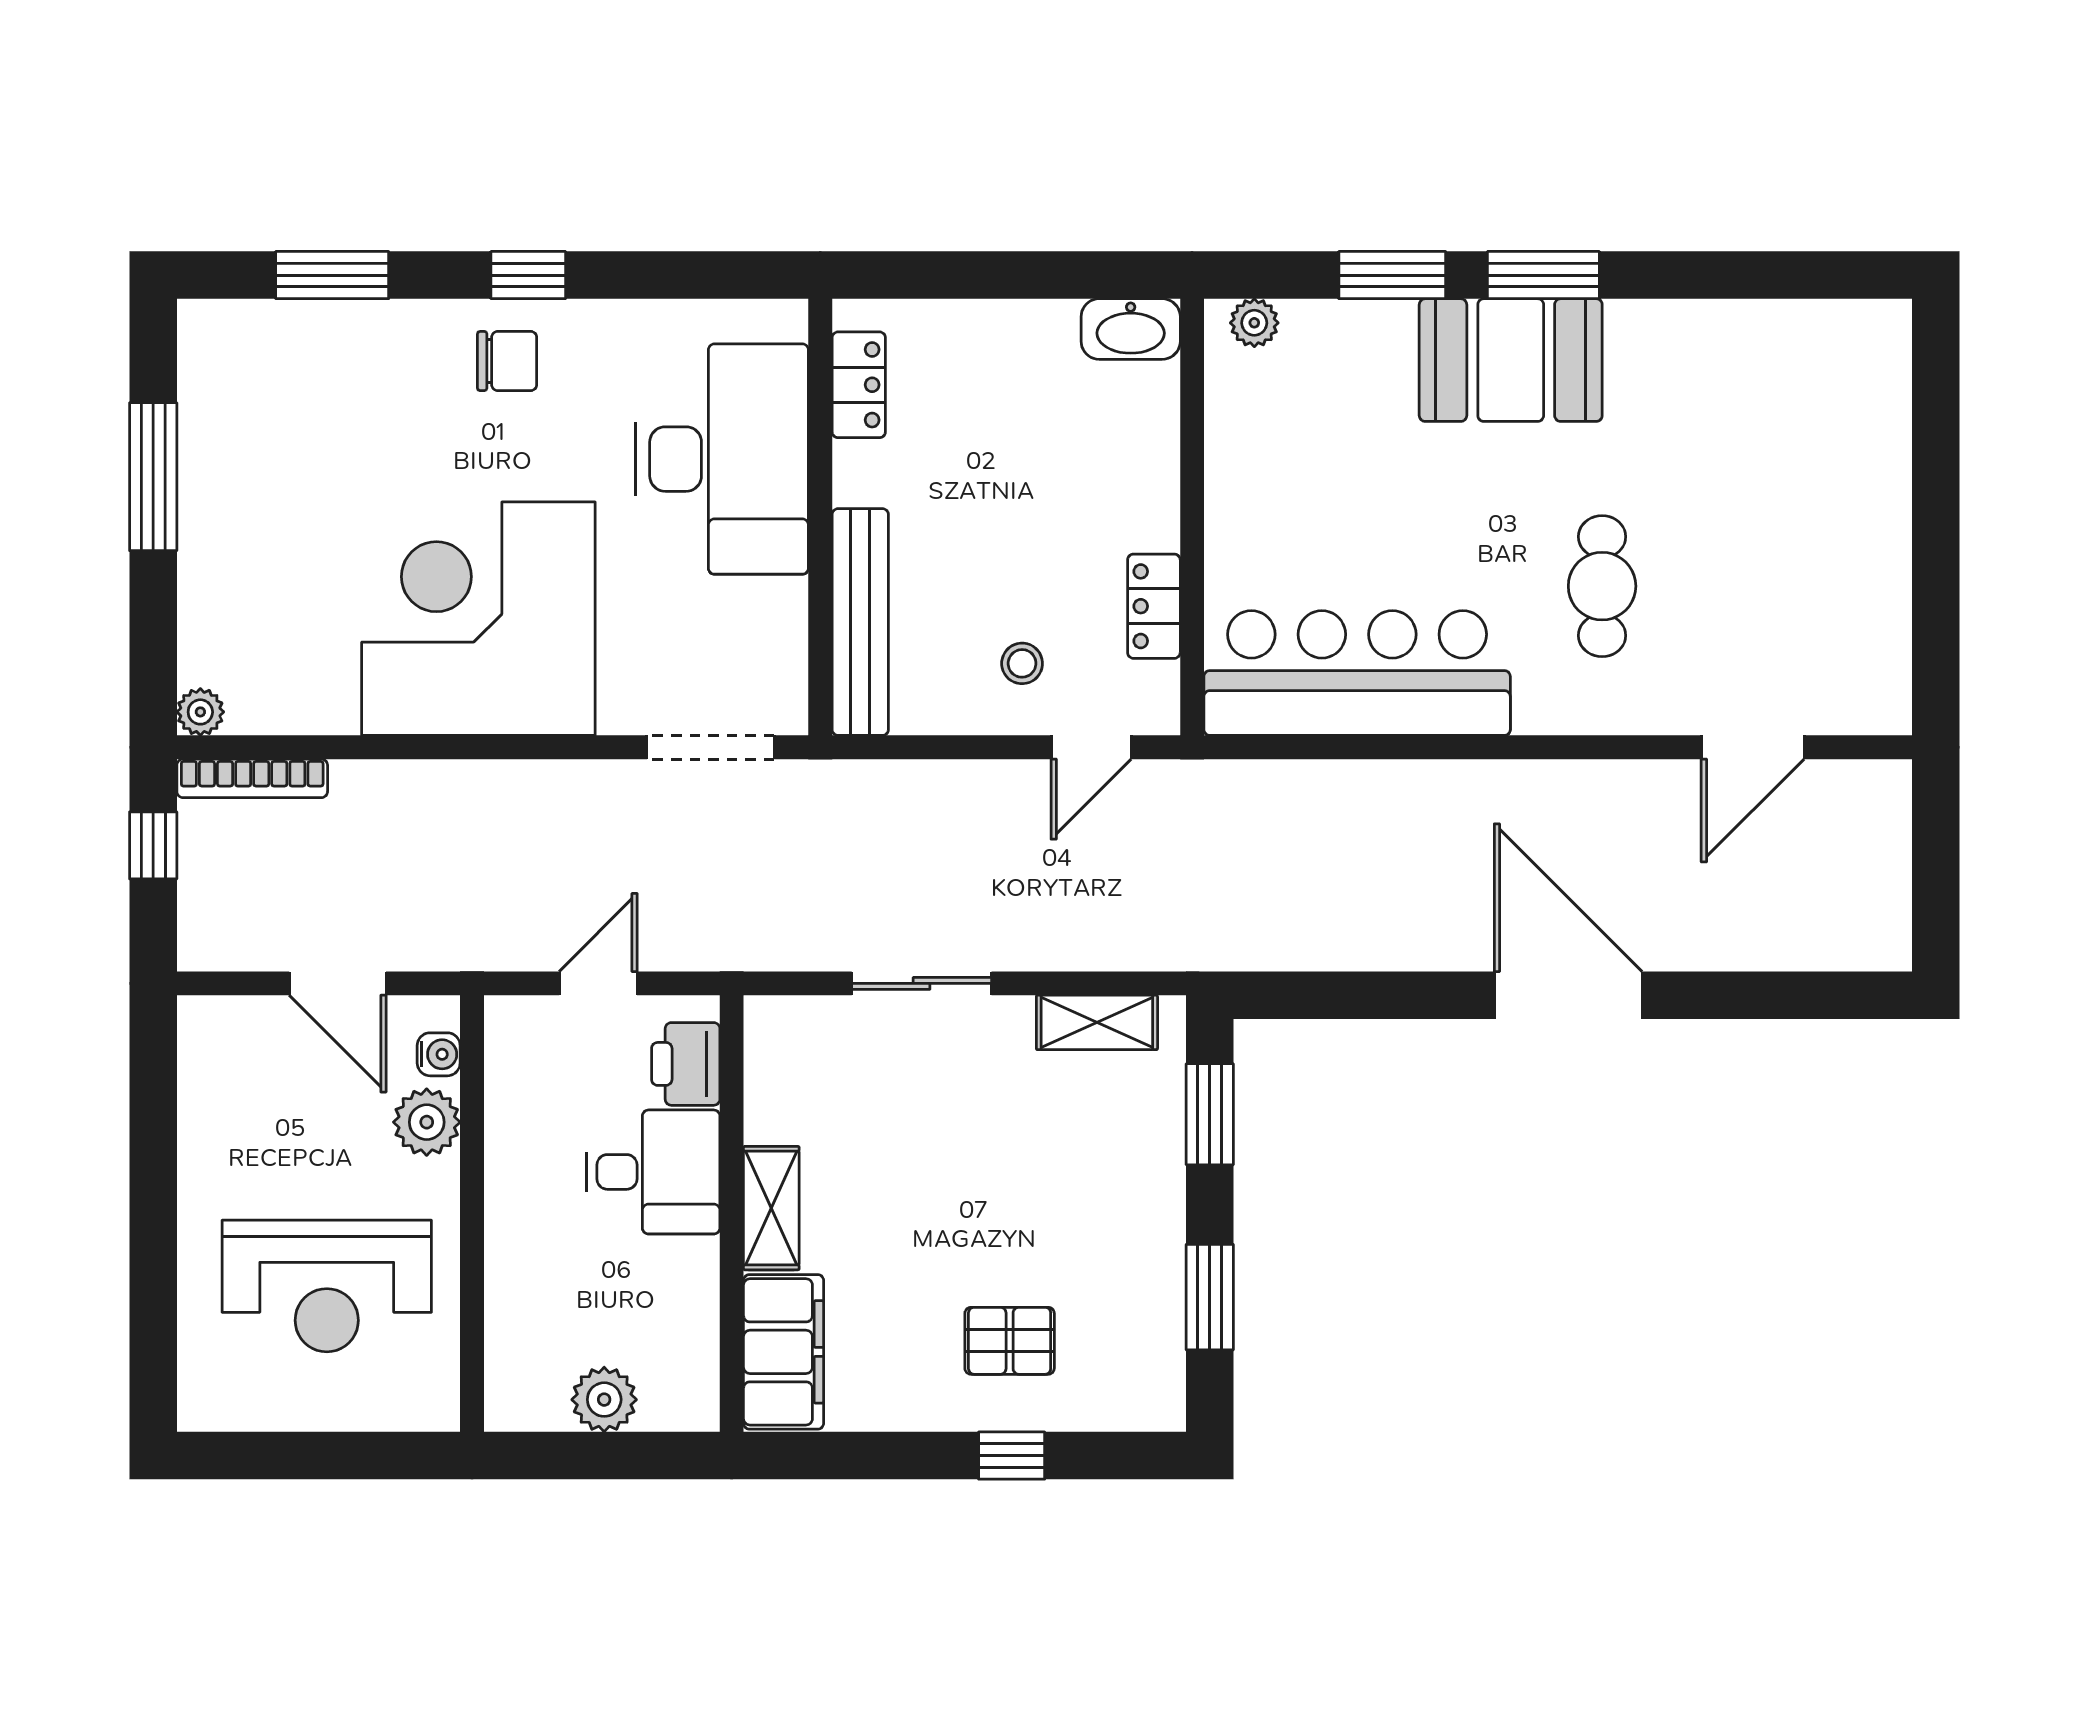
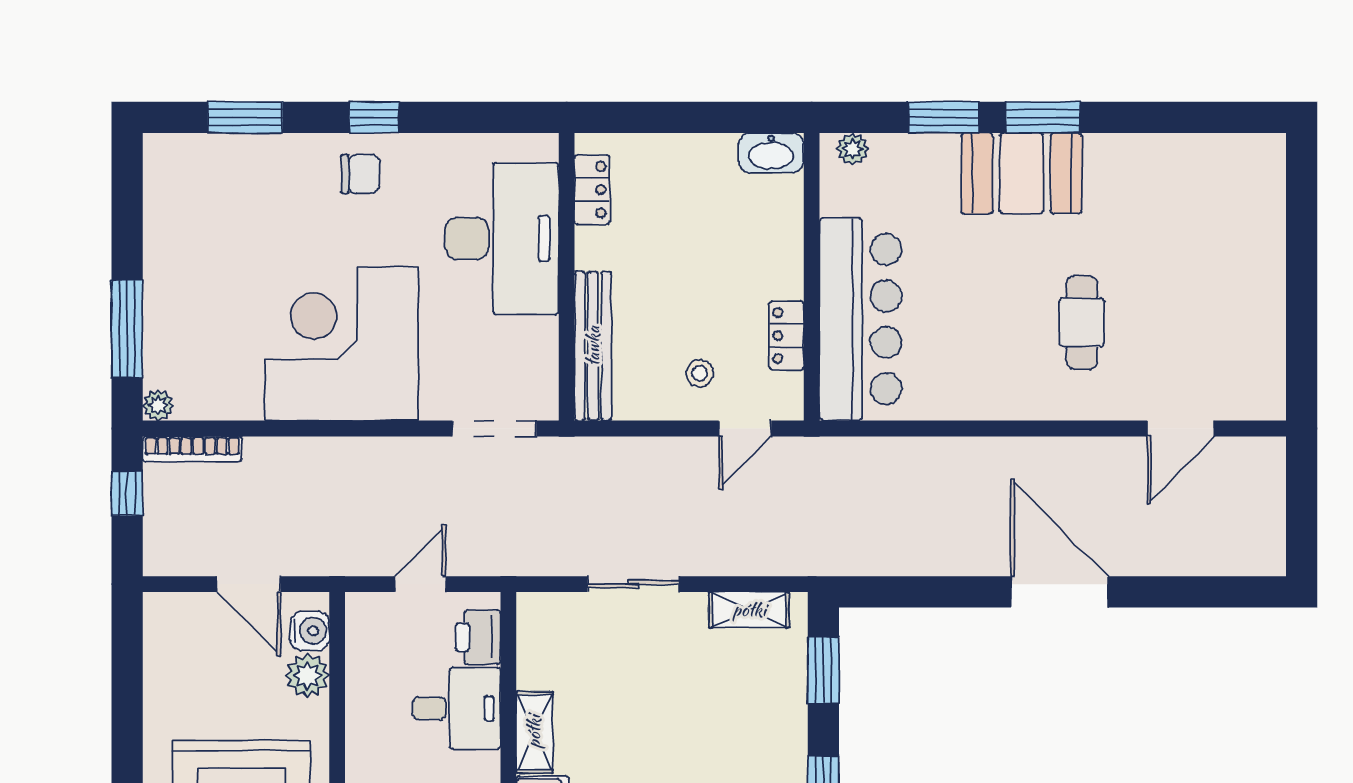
window: (153, 477) -> (127, 329), moved
bar counter: (1357, 673) -> (861, 319), moved, turned 90
water cooler: (439, 1054) -> (310, 631), width x1.38, depth x1.38

